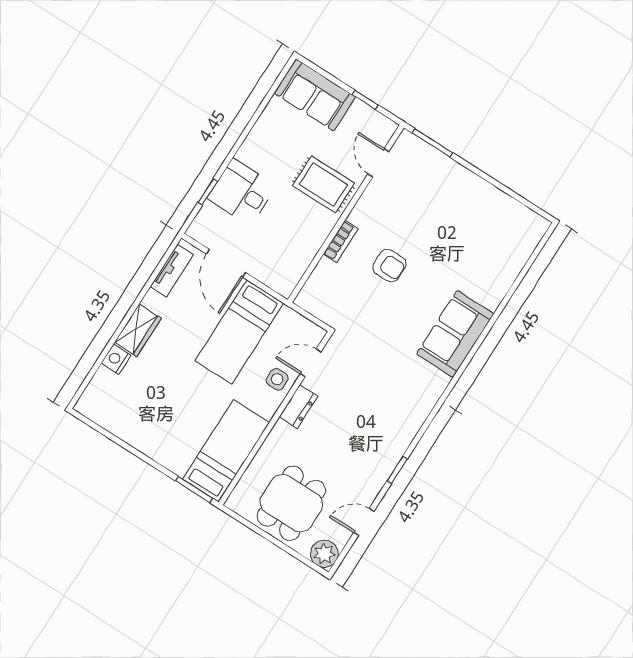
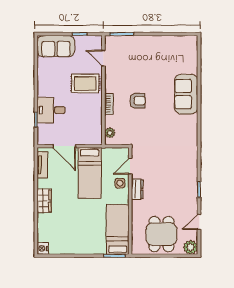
plant: (313, 288) -> (110, 133), added
sofa: (455, 334) -> (186, 94), moved
nightstand: (116, 359) -> (43, 248), moved

